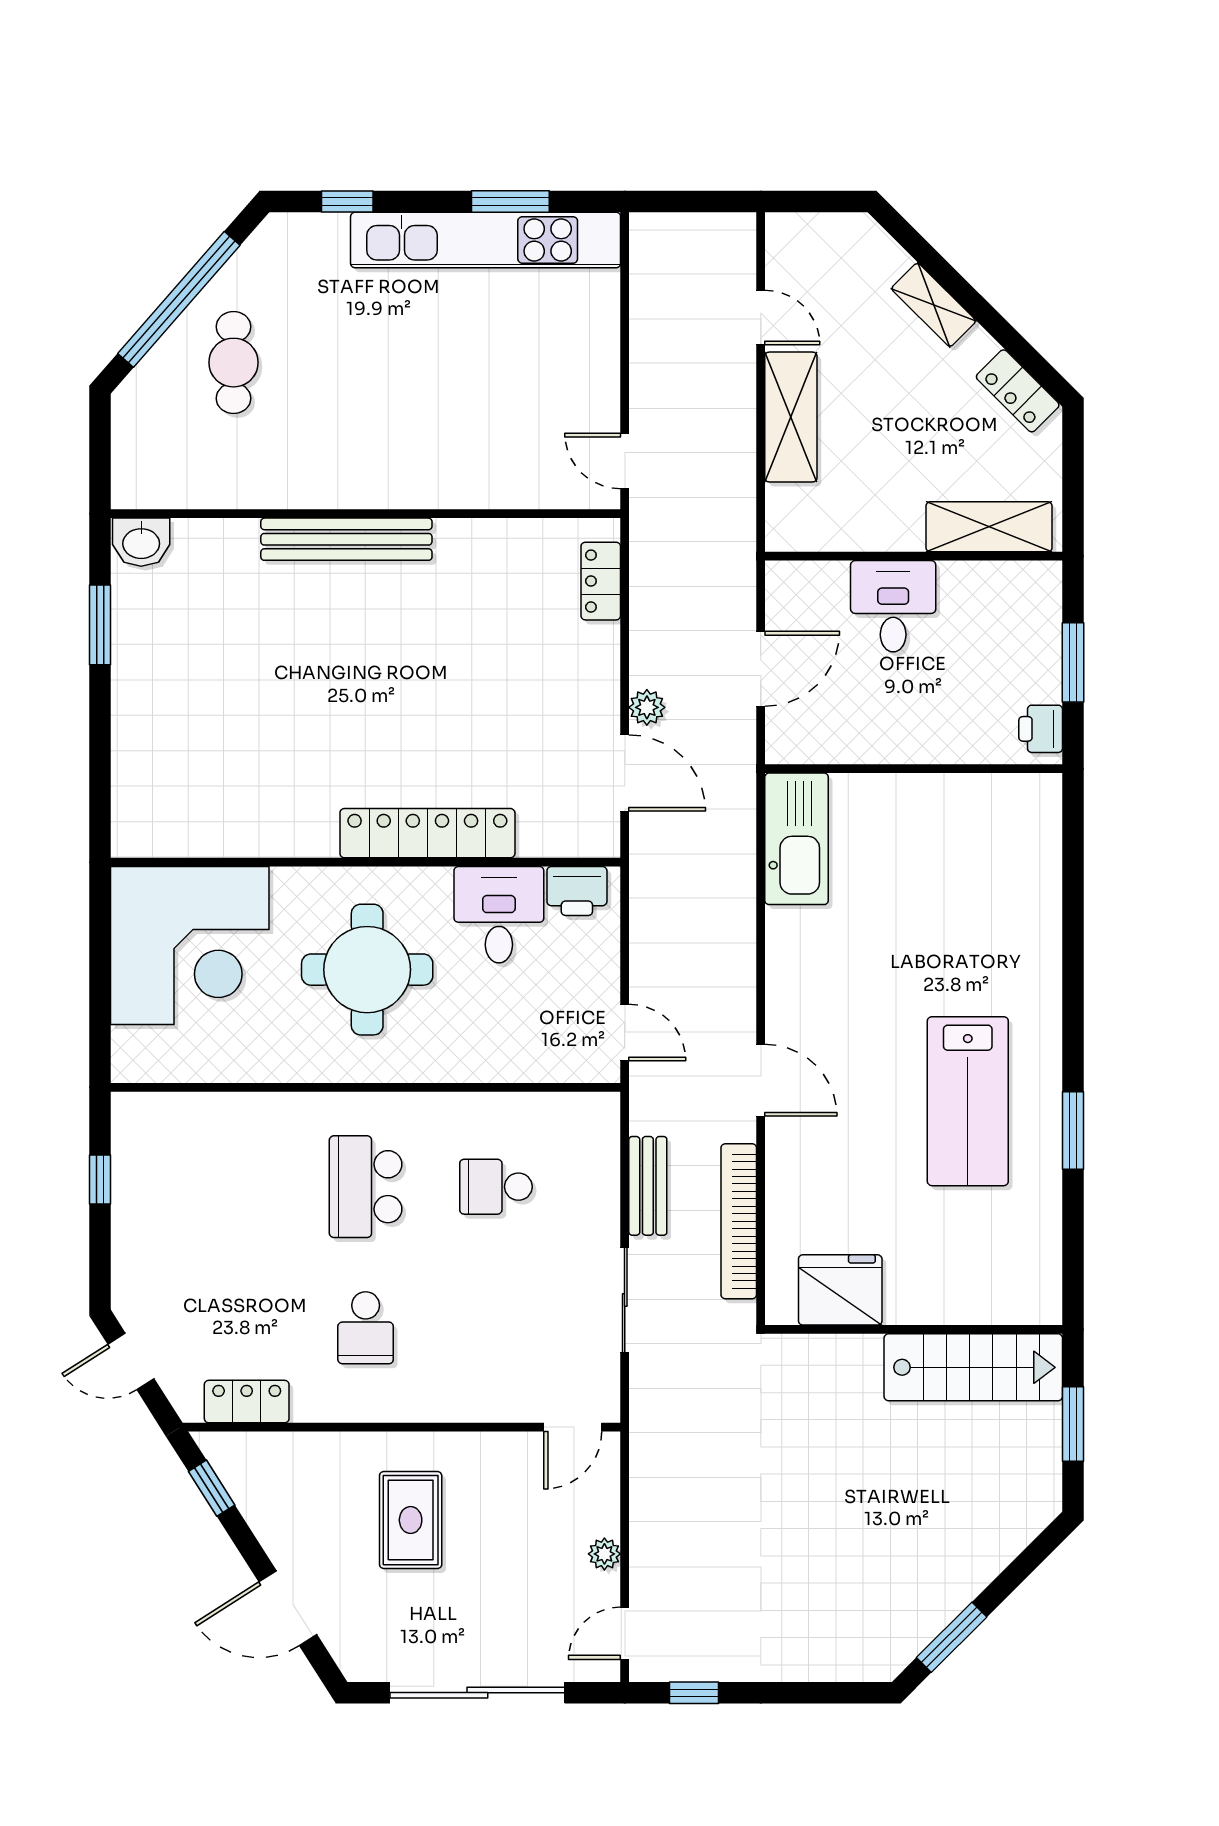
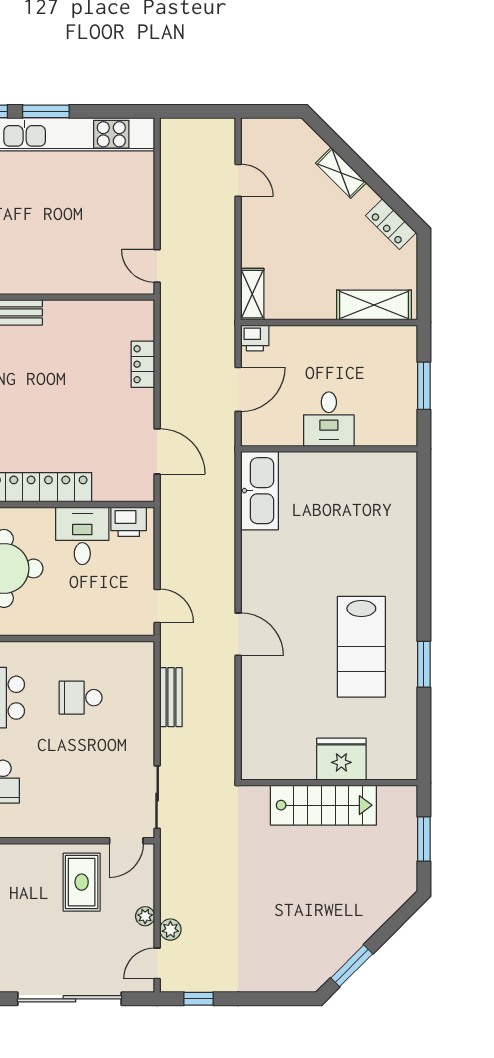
window: (510, 201) -> (46, 111), moved
shelving: (791, 417) -> (252, 294), moved, width x0.67, depth x0.75
locker: (601, 581) -> (143, 364), moved
desk: (893, 606) -> (329, 419), moved, turned 180
plant: (647, 707) -> (170, 930), moved
printer: (1041, 729) -> (255, 338), moved, turned -90
bookcase: (739, 1221) -> (225, 718), removed
fridge: (840, 1290) -> (341, 759), moved
sliding door: (625, 1300) -> (157, 797), moved
stairs: (973, 1367) -> (323, 805), moved
rug: (411, 1520) -> (82, 882), moved

